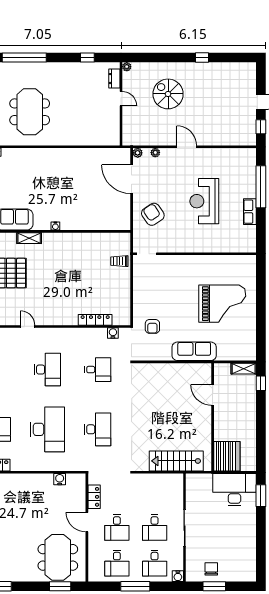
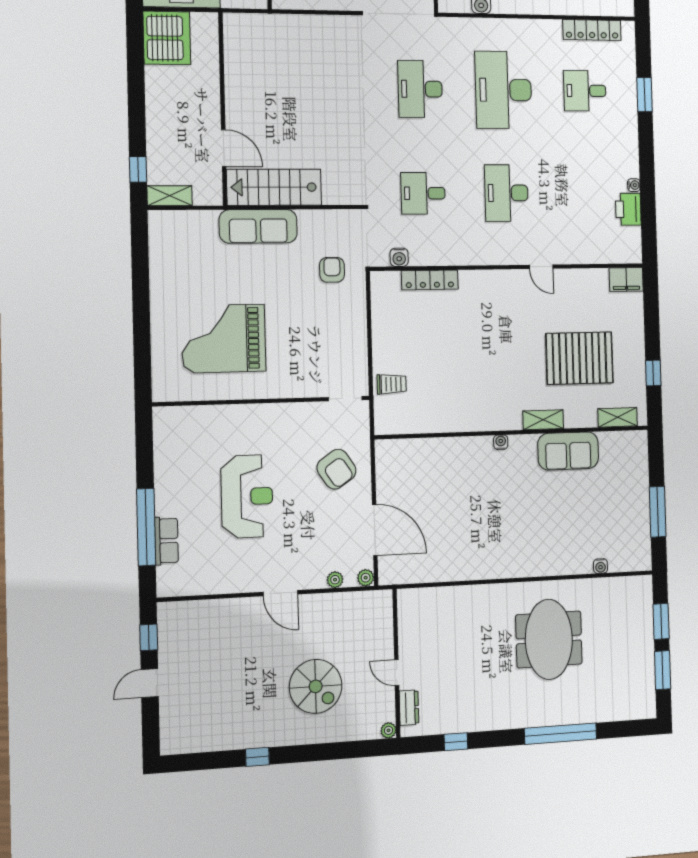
row of seats: (250, 212) -> (166, 541), moved
grand piano: (222, 304) -> (224, 339), moved
server rack: (227, 456) -> (167, 38), moved, turned 180
stairs: (176, 461) -> (274, 187), moved, turned 180

